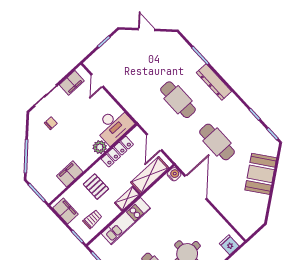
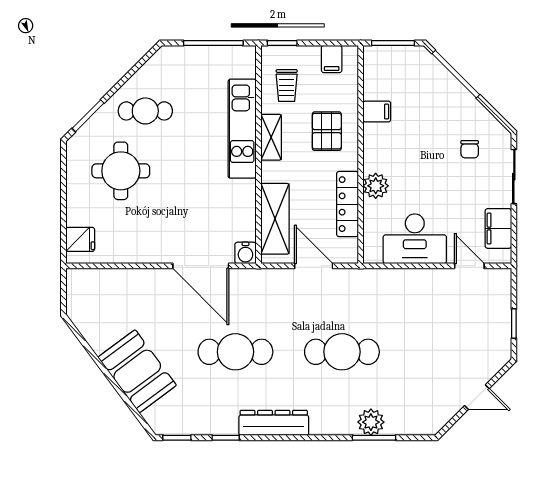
plant: (195, 62) -> (371, 422), added
dresser: (214, 82) -> (274, 423), moved
desk: (114, 125) -> (415, 239), moved, turned -90
filing cabinet: (70, 174) -> (377, 112), width x0.50
pallet: (96, 187) -> (327, 131), turned 90
shelving: (127, 199) -> (271, 137), moved
filing cabinet: (66, 211) -> (332, 59), width x0.50

